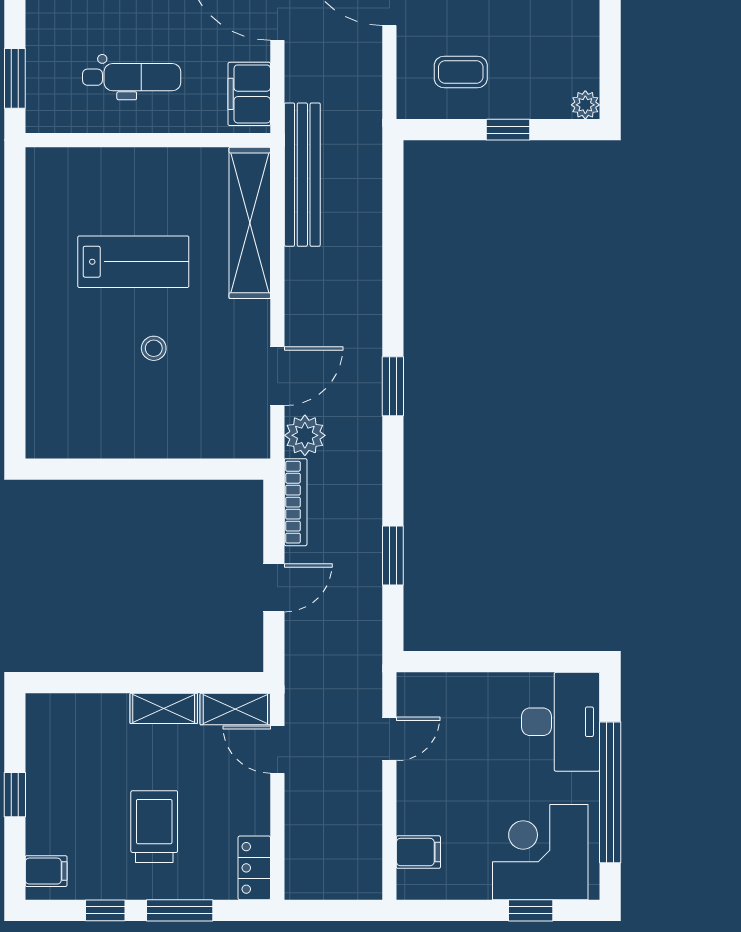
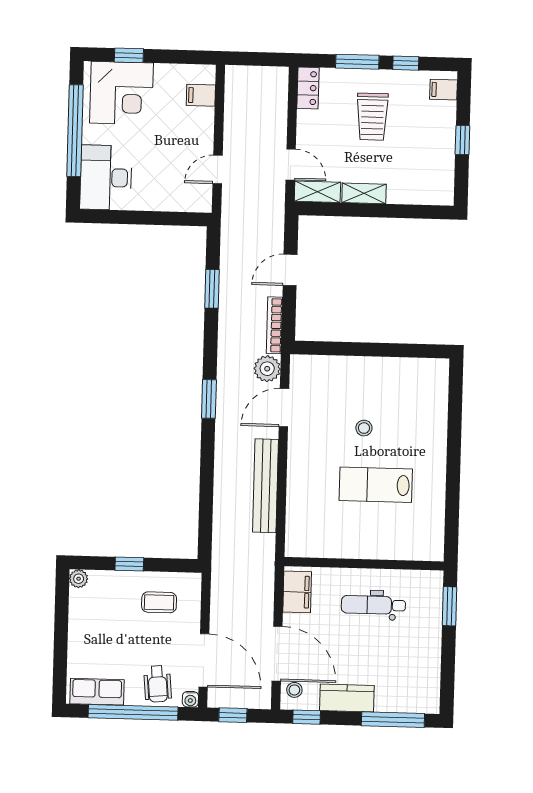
bench: (302, 175) -> (266, 486), moved
shelving: (250, 223) -> (299, 508), removed

